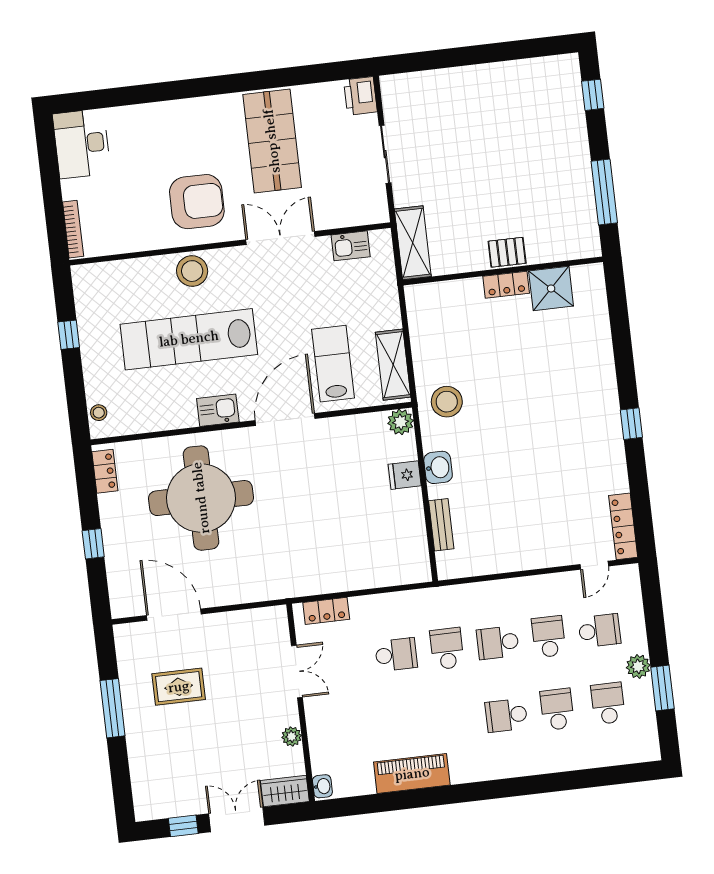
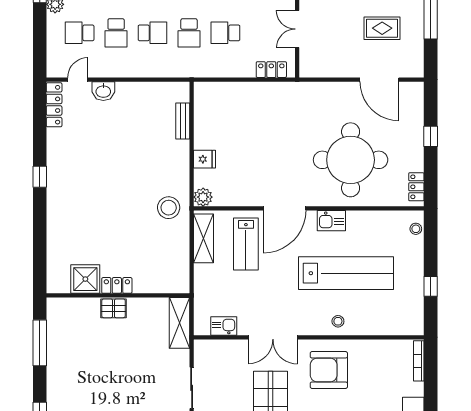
stool: (192, 271) -> (338, 321), width x0.53, depth x0.53
washbasin: (438, 467) -> (103, 91), moved, turned -90

